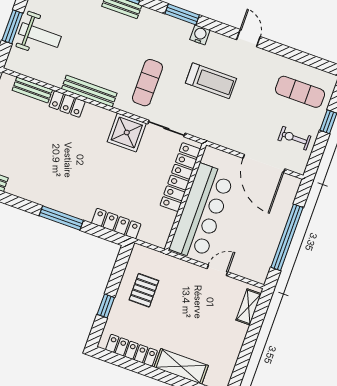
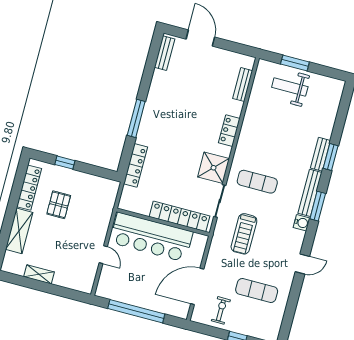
weight bench: (40, 35) -> (290, 87), turned 90
treadmill: (211, 81) -> (244, 234), moved
bench: (89, 91) -> (310, 193), moved
exercise mat: (300, 92) -> (257, 290), moved, turned 90
locker: (67, 104) -> (229, 131), moved
pallet: (144, 290) -> (59, 205), moved, turned 90
shelving: (249, 307) -> (39, 274), moved

